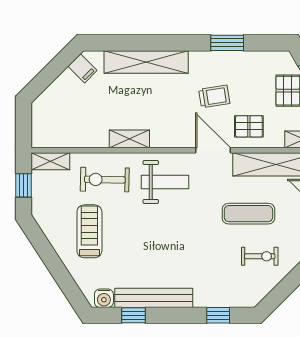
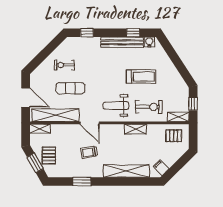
pallet: (249, 126) -> (174, 136), moved
treadmill: (89, 231) -> (141, 77), moved, turned -90

